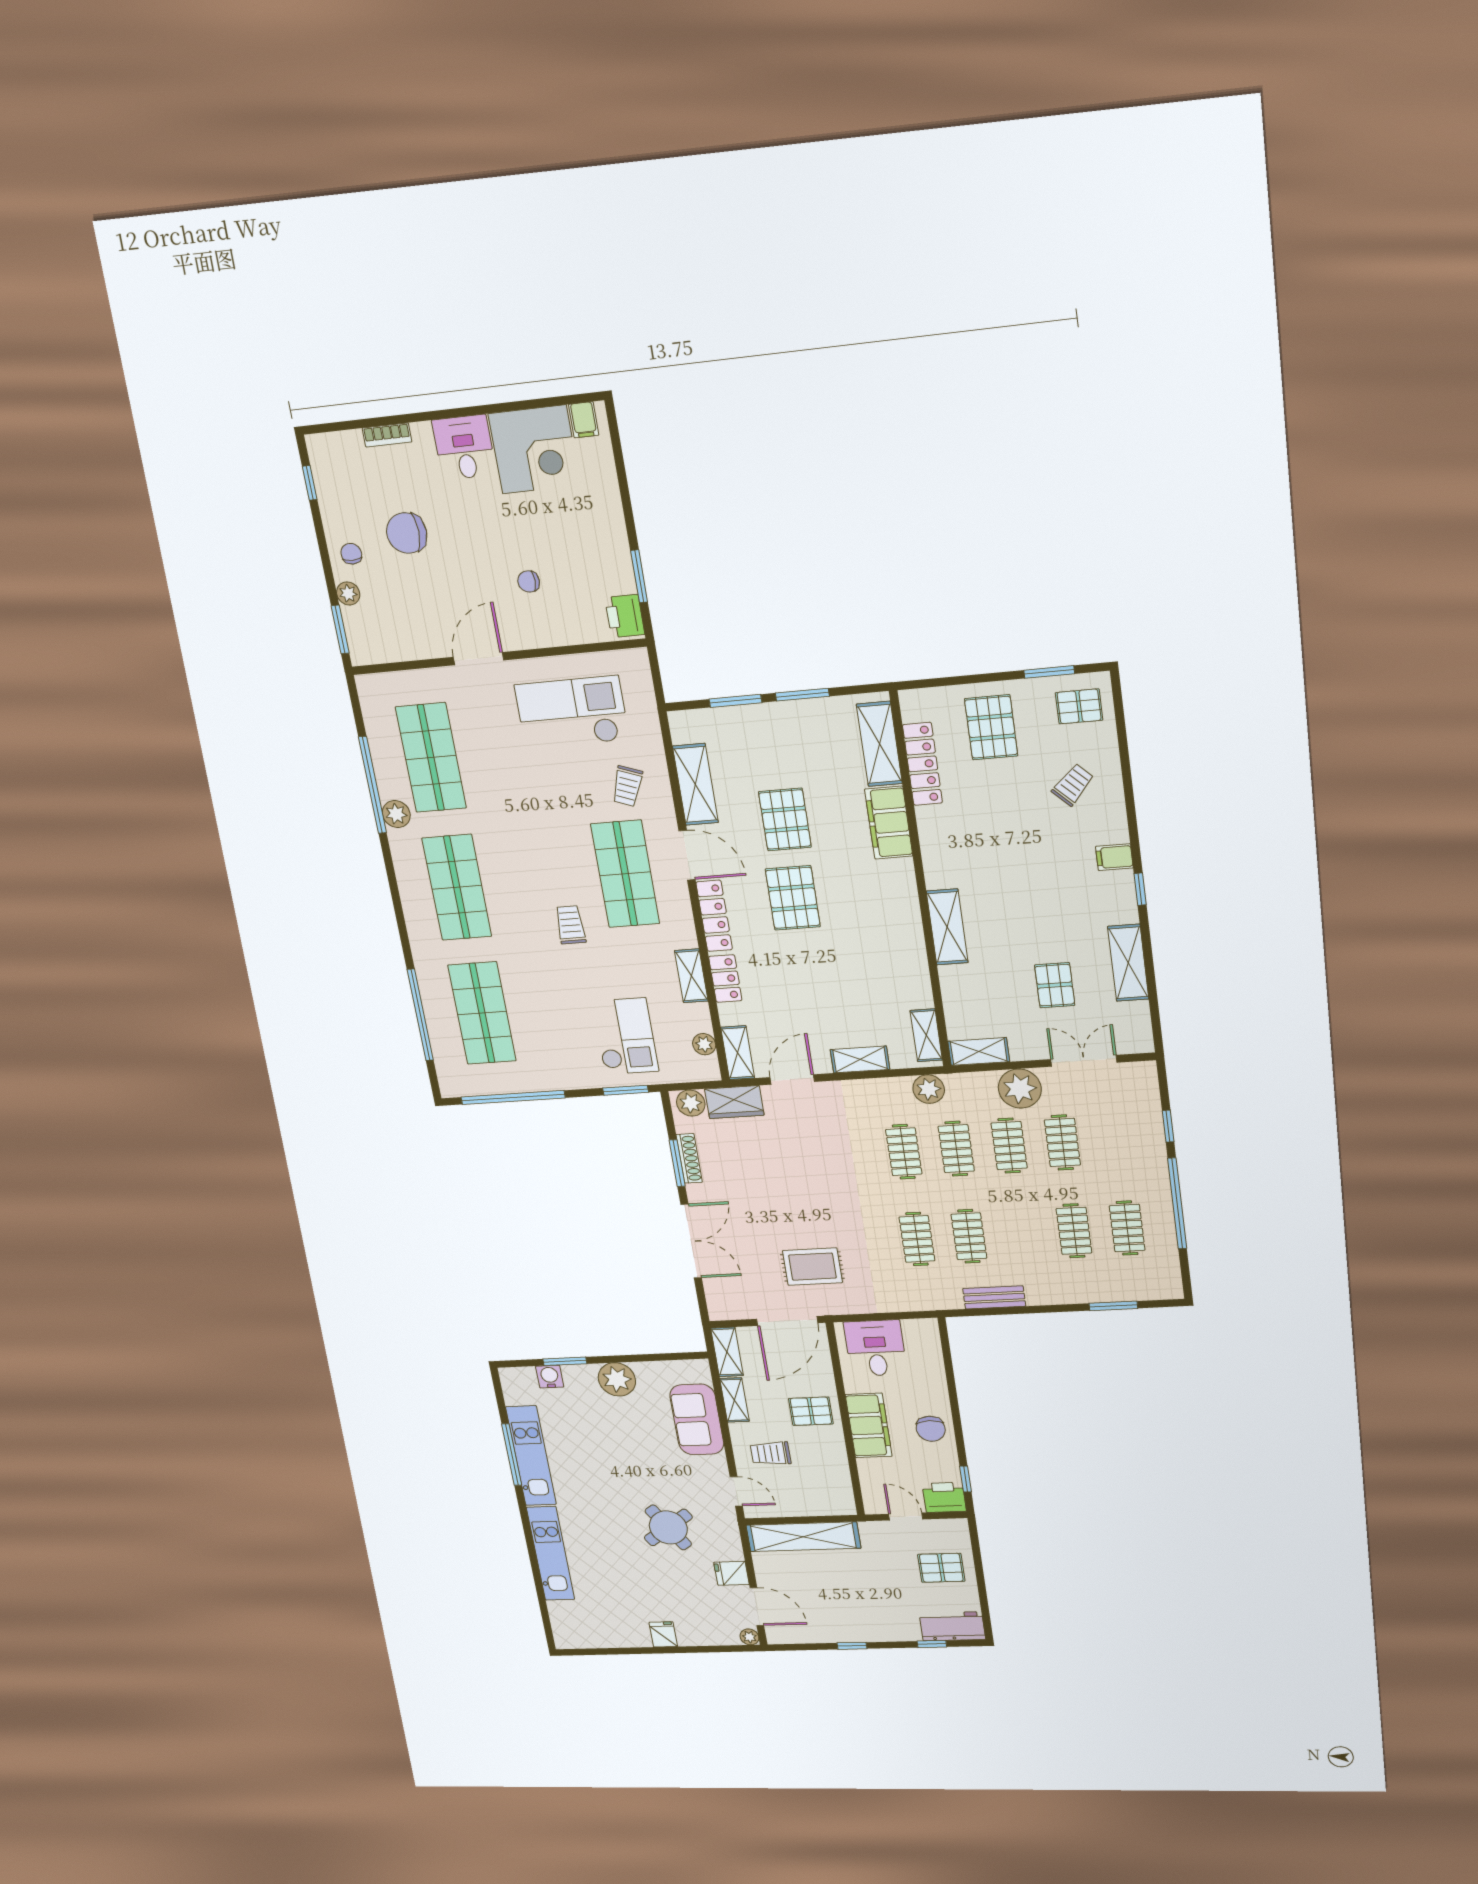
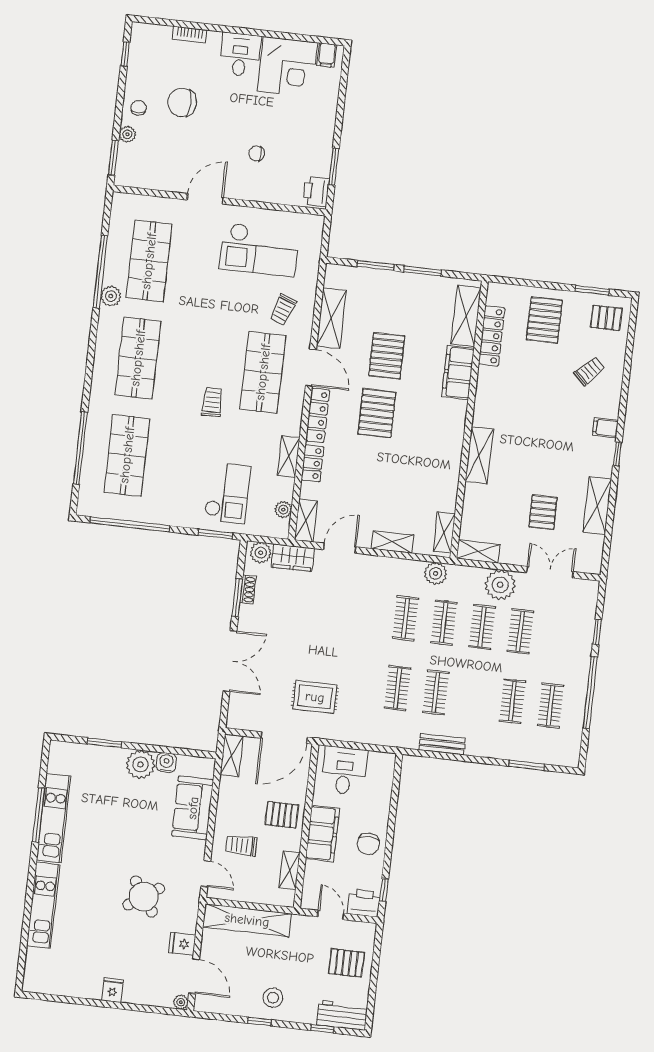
checkout: (572, 712) -> (259, 250), turned 180
shoe rack: (689, 1158) -> (248, 589), width x0.70
water cooler: (550, 1377) -> (166, 762), moved
shelving: (734, 1400) -> (290, 870), moved
stool: (861, 1618) -> (273, 998), added

